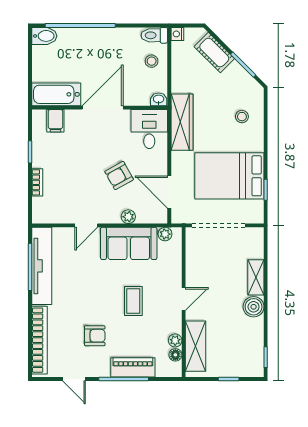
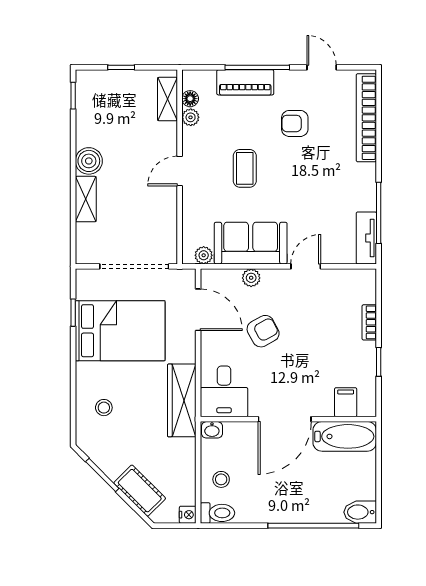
tv unit: (42, 266) -> (366, 238), width x0.52, depth x0.78
shelving: (195, 346) -> (167, 99), width x0.67, depth x0.75

